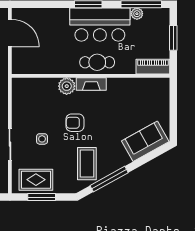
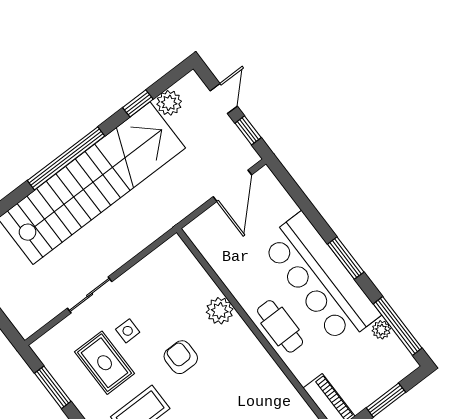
bar counter: (100, 25) -> (320, 279), width x1.36
fireplace: (91, 84) -> (246, 340), removed
rug: (36, 180) -> (105, 363), moved

